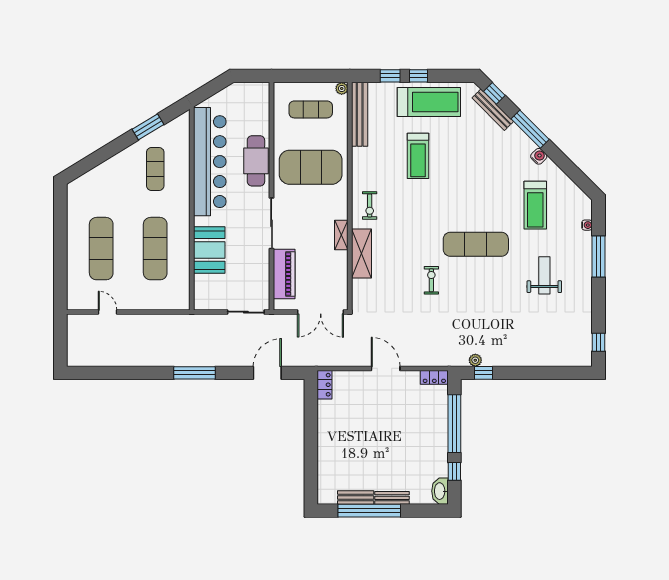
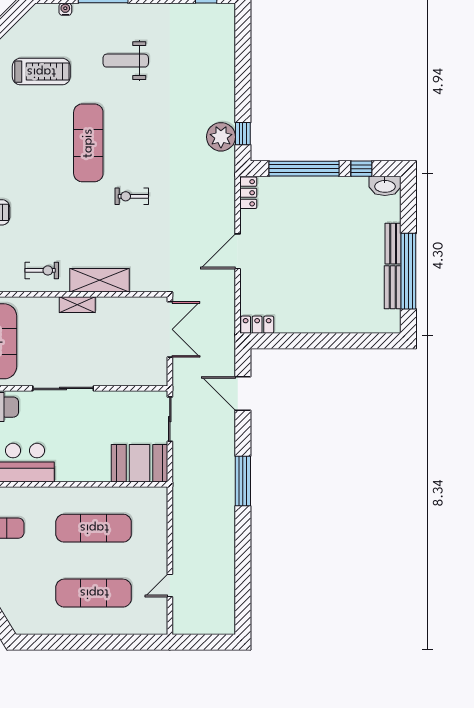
booth: (209, 250) -> (140, 463), moved
piano: (284, 274) -> (124, 373), removed
plant: (475, 360) -> (221, 137), width x1.88, depth x1.88

